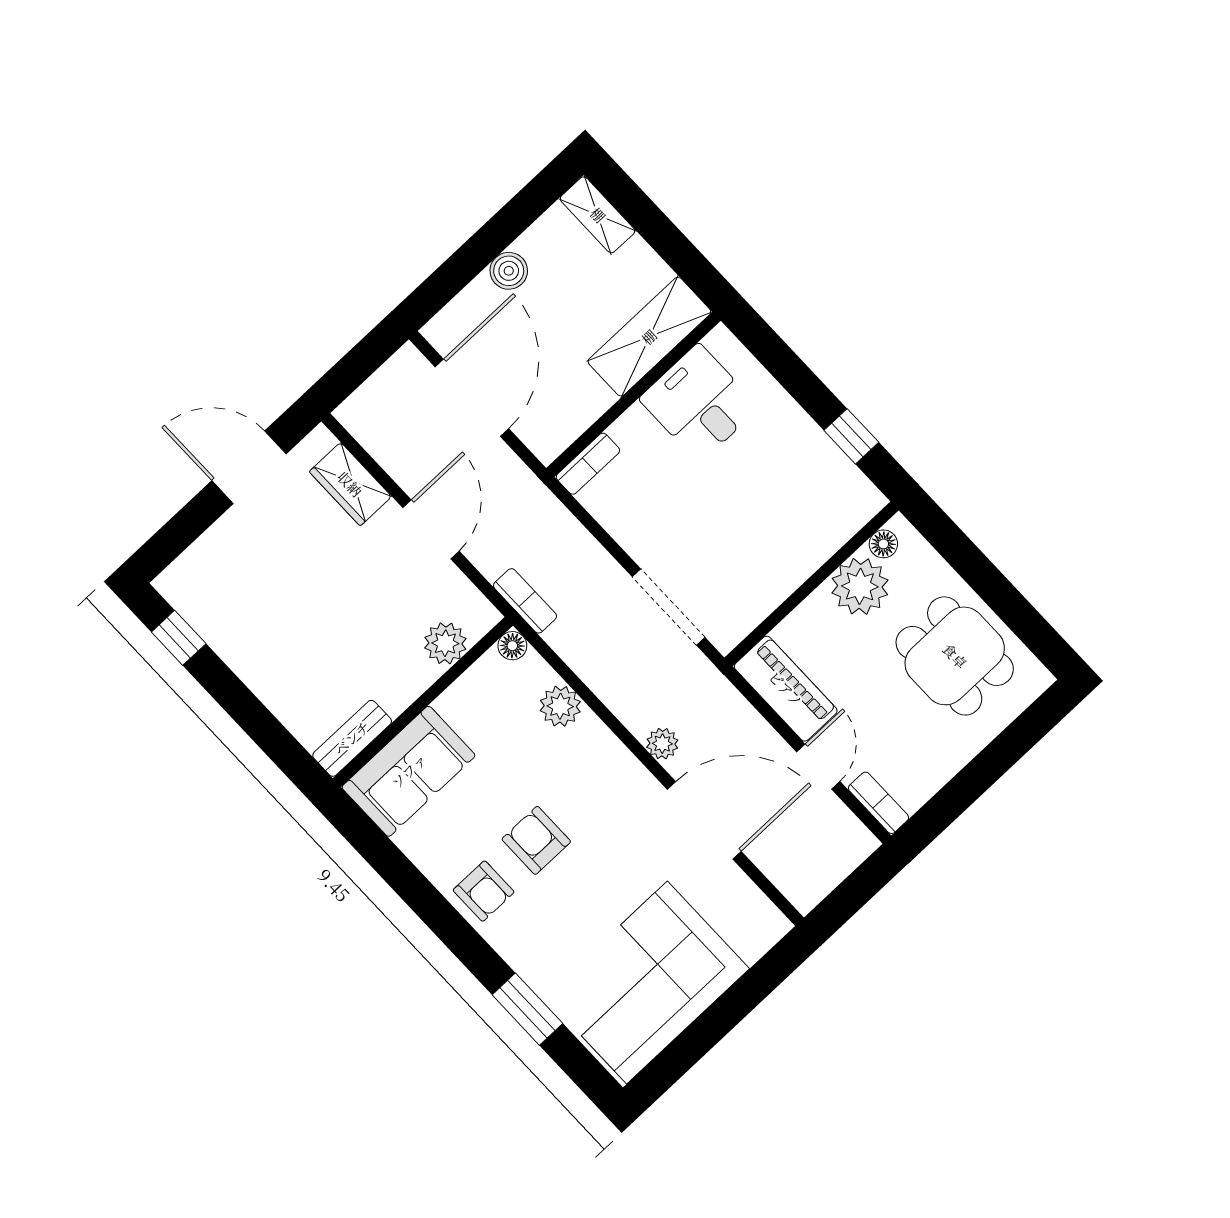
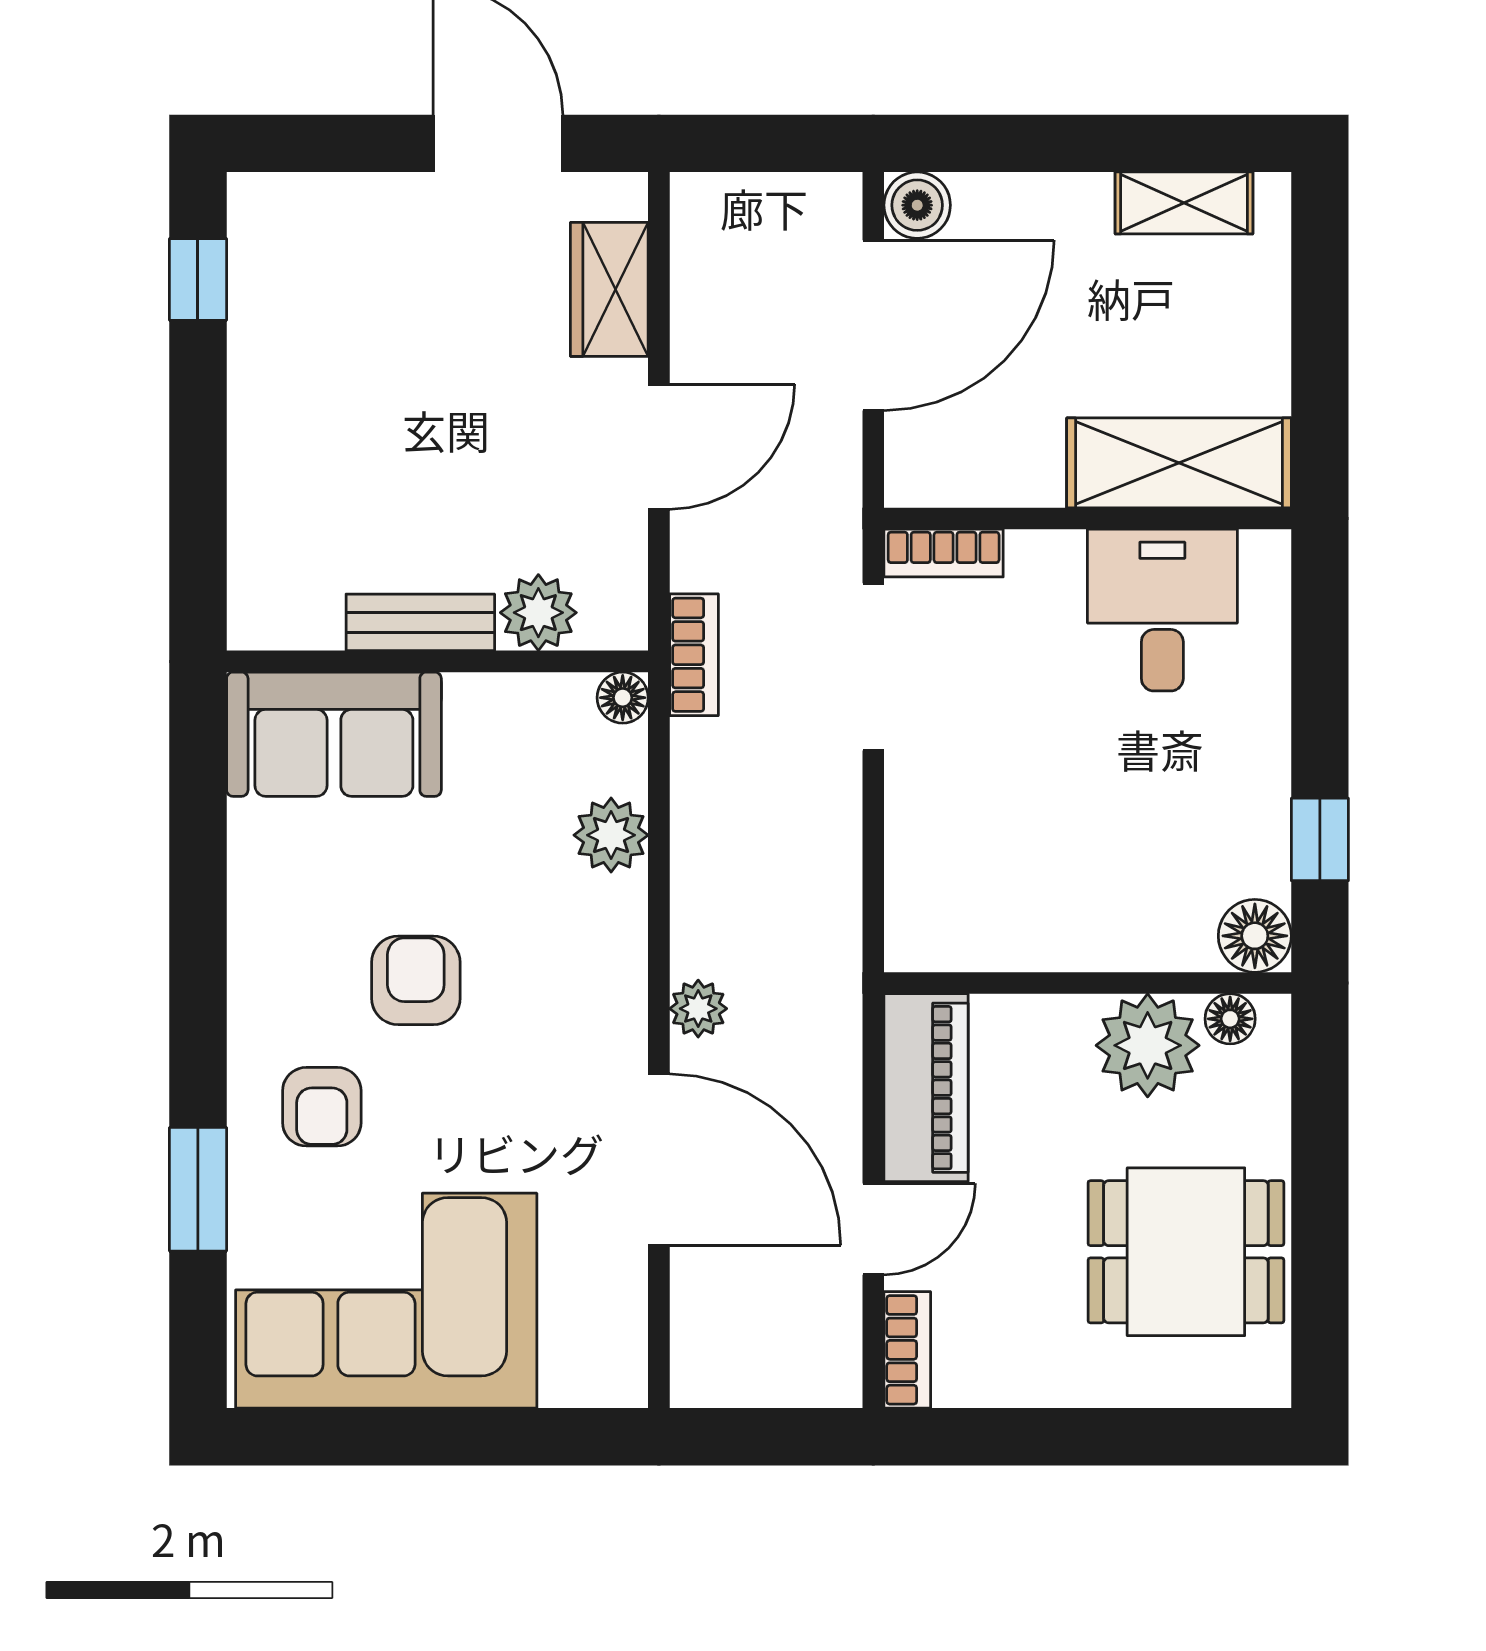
shelving: (598, 215) -> (1184, 203), moved, turned 90
boiler: (509, 271) -> (917, 205), moved
floor lamp: (862, 501) -> (1255, 936), added
doorway: (669, 607) -> (873, 667), moved
dining table: (955, 656) -> (1186, 1252), turned 90
bench: (352, 738) -> (420, 622), moved
armchair: (484, 891) -> (322, 1107), moved

